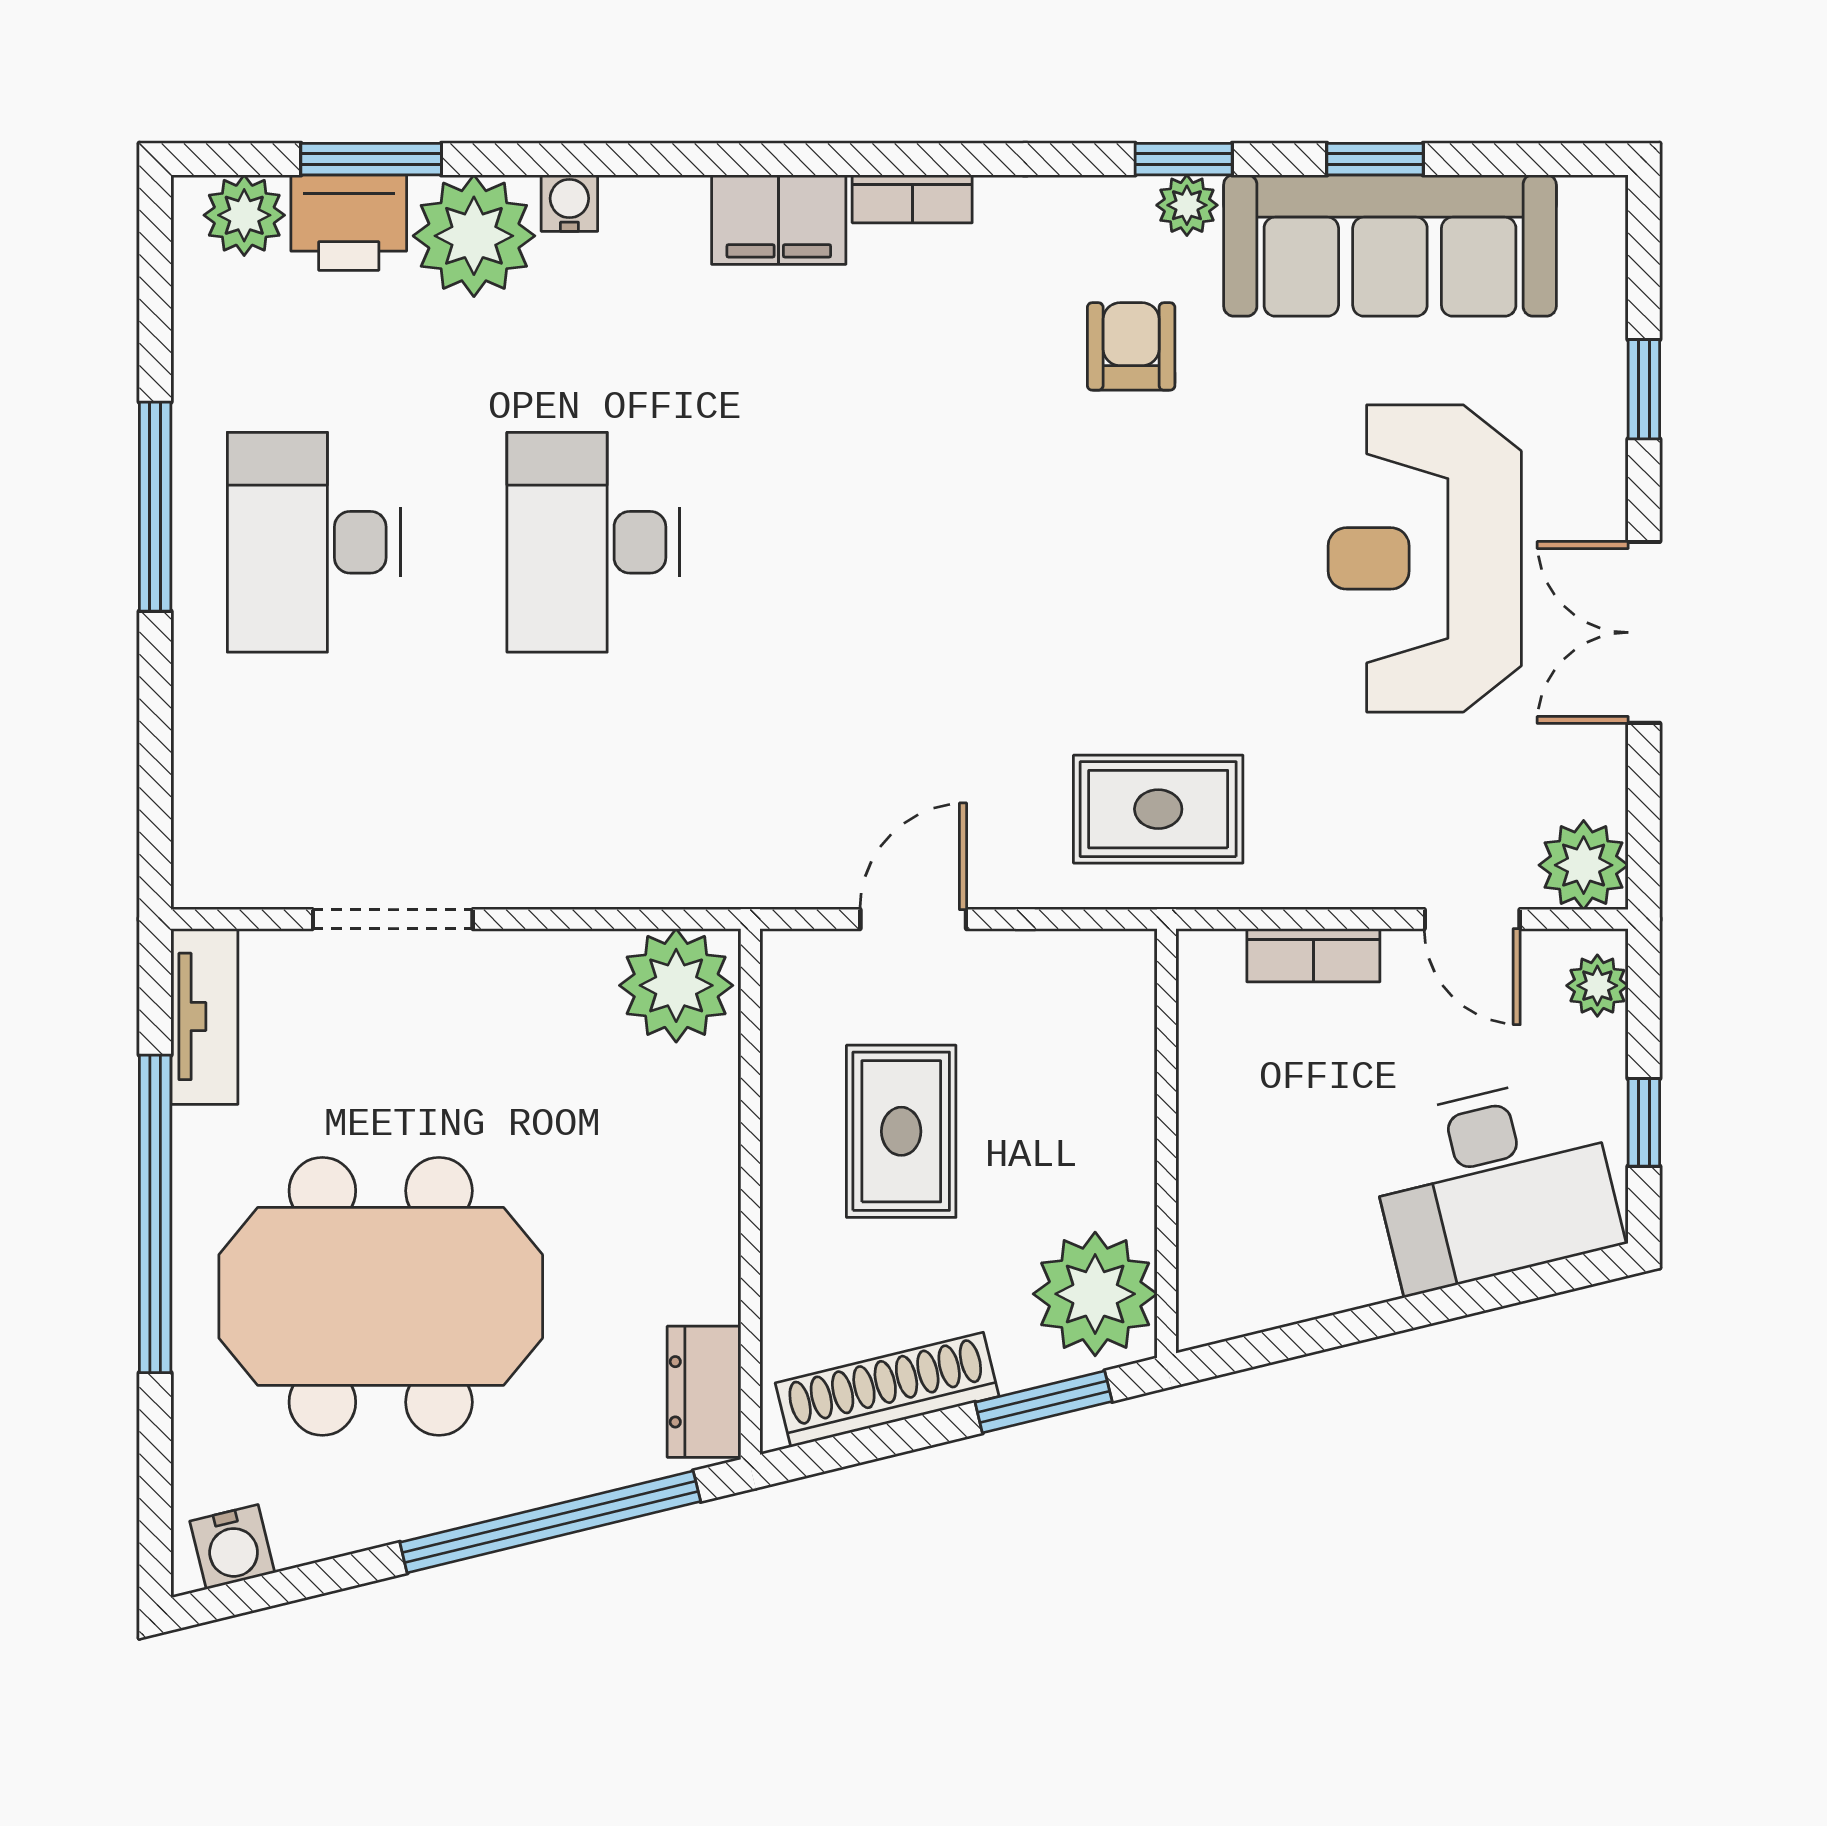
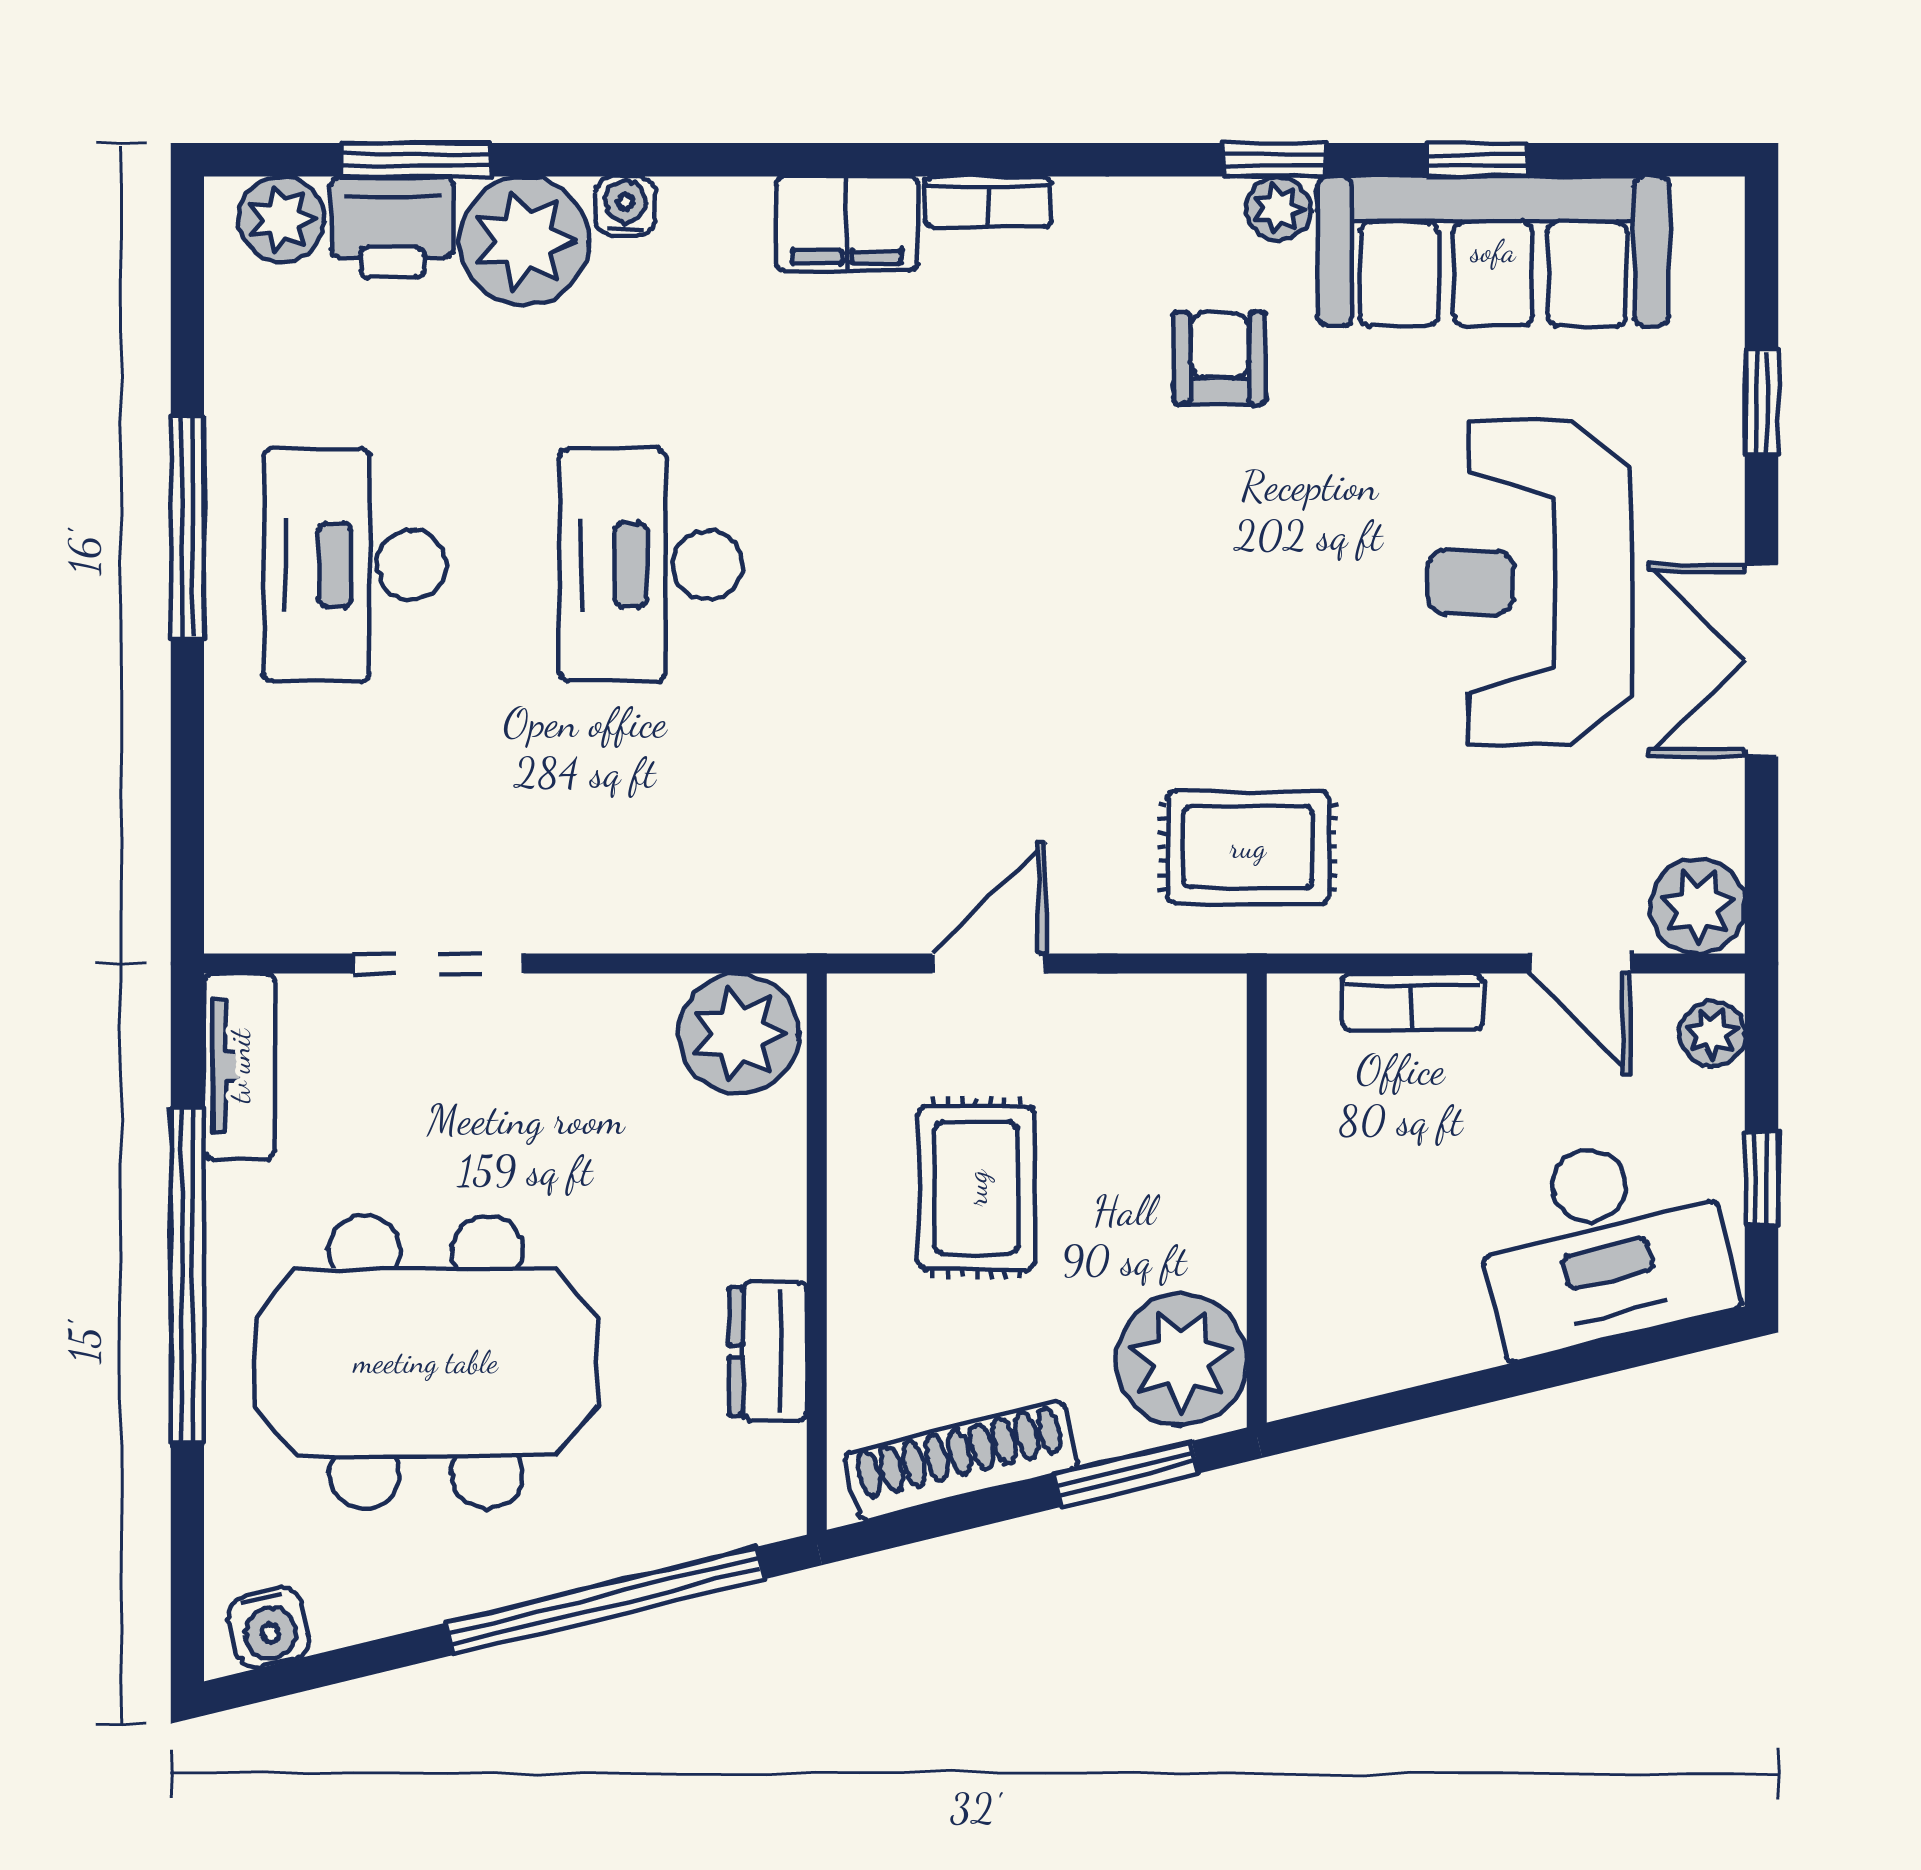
dresser: (704, 1392) -> (768, 1351), moved

